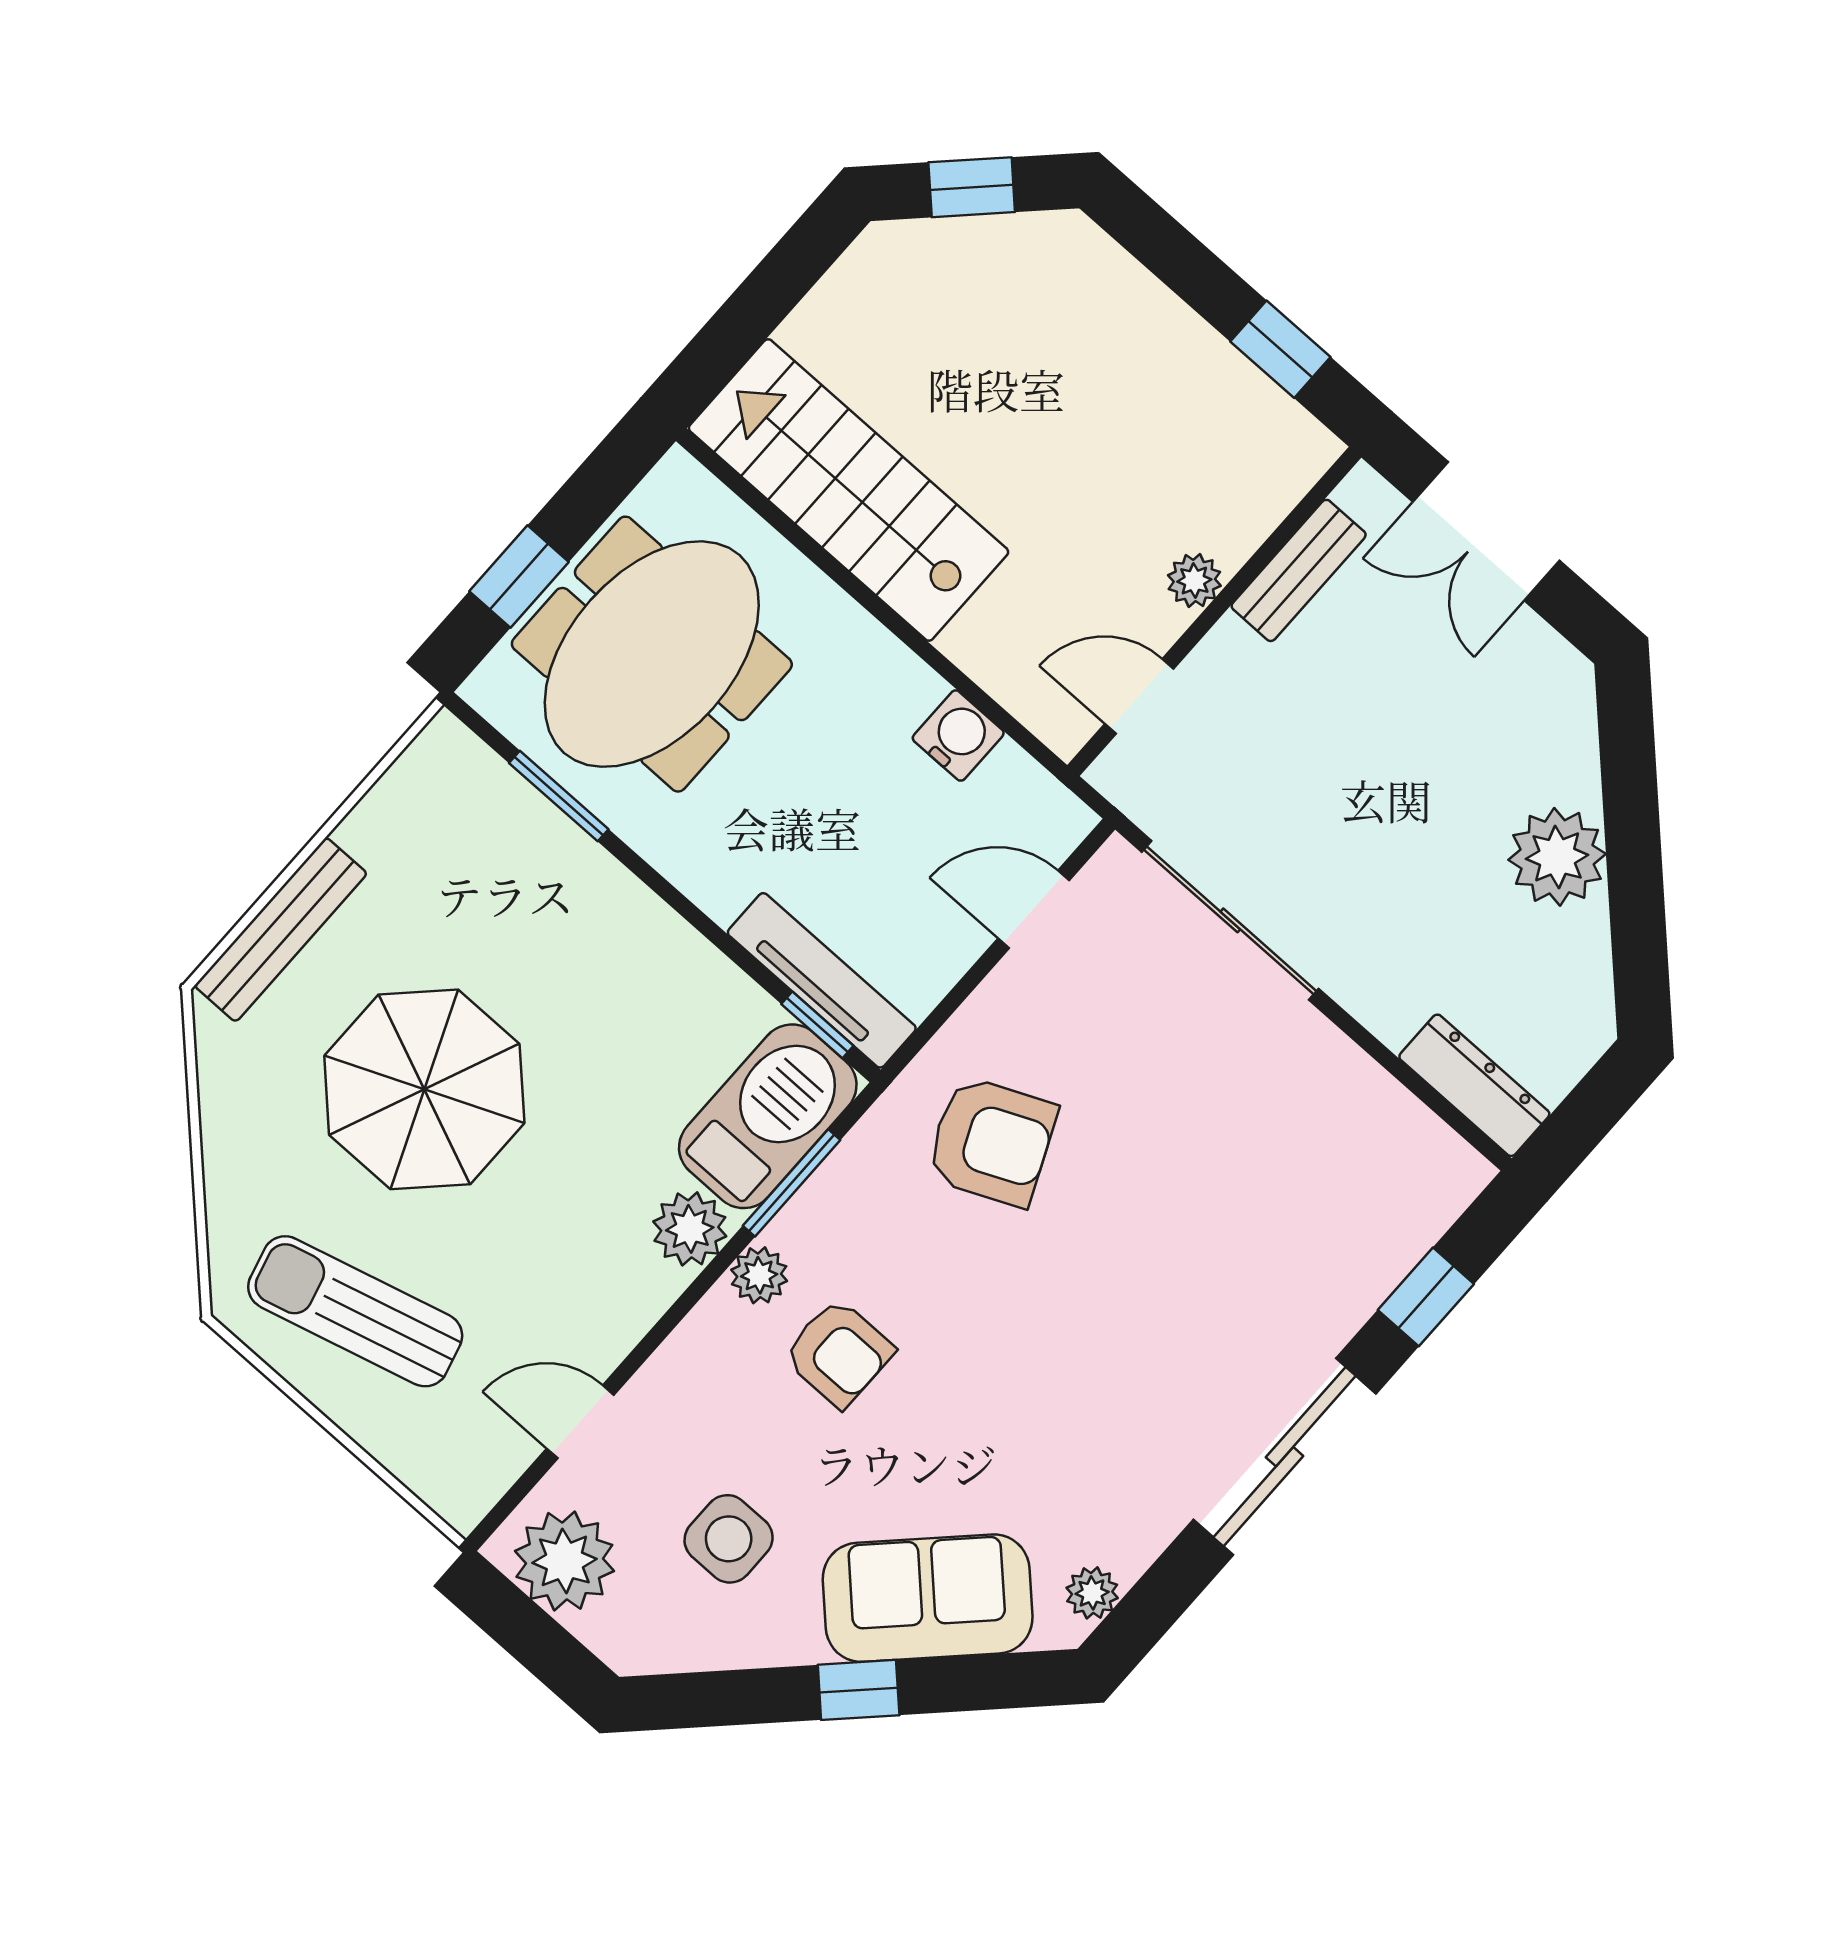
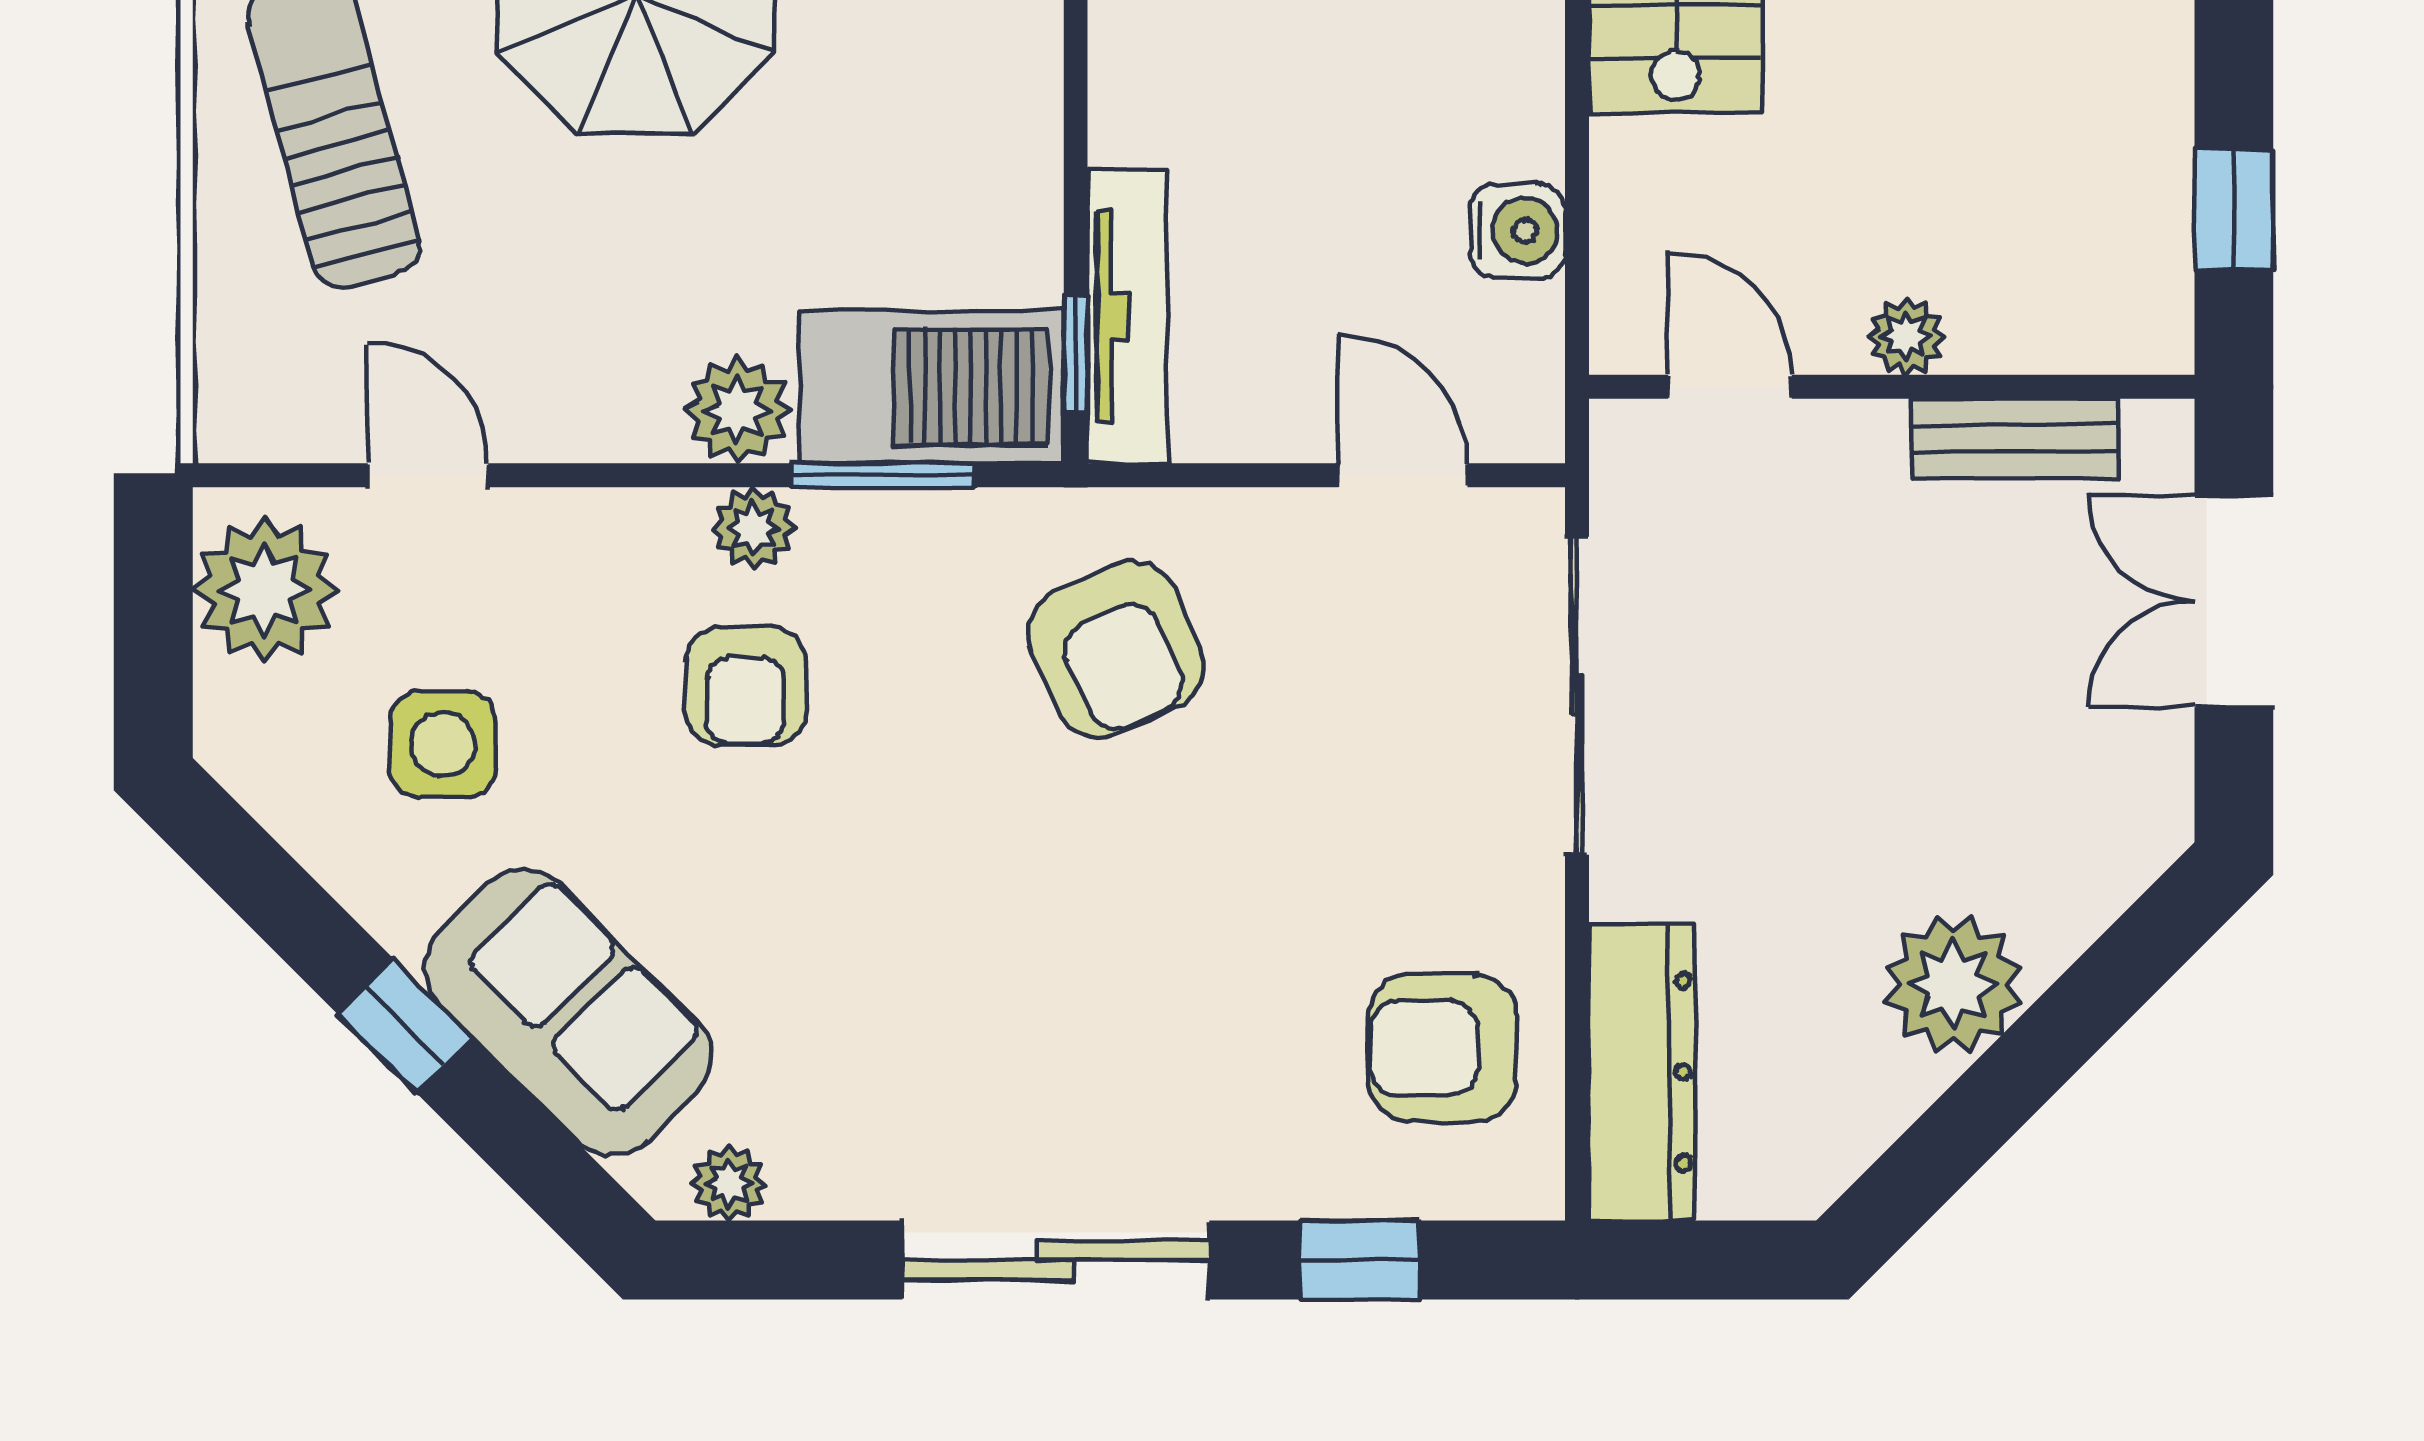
dresser: (1474, 1085) -> (1642, 1072), width x1.37, depth x1.24
armchair: (1353, 1155) -> (1442, 1048), added

